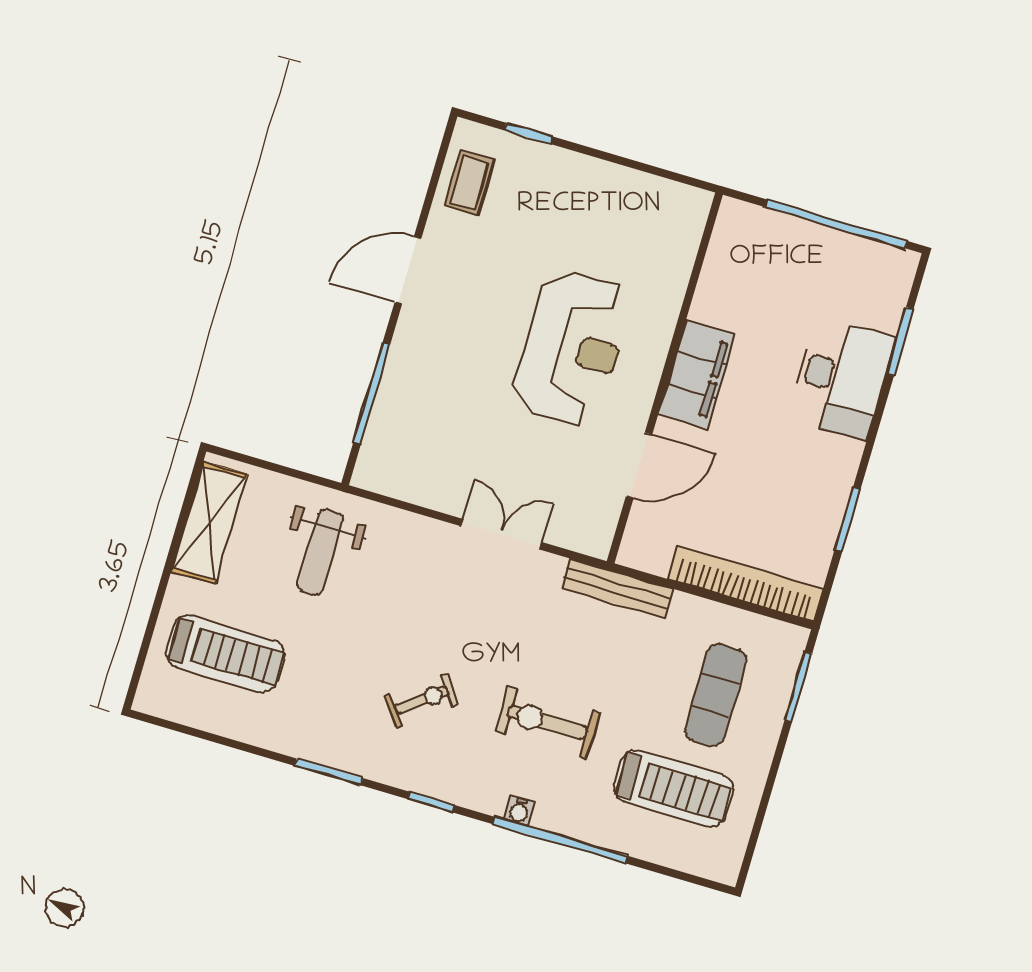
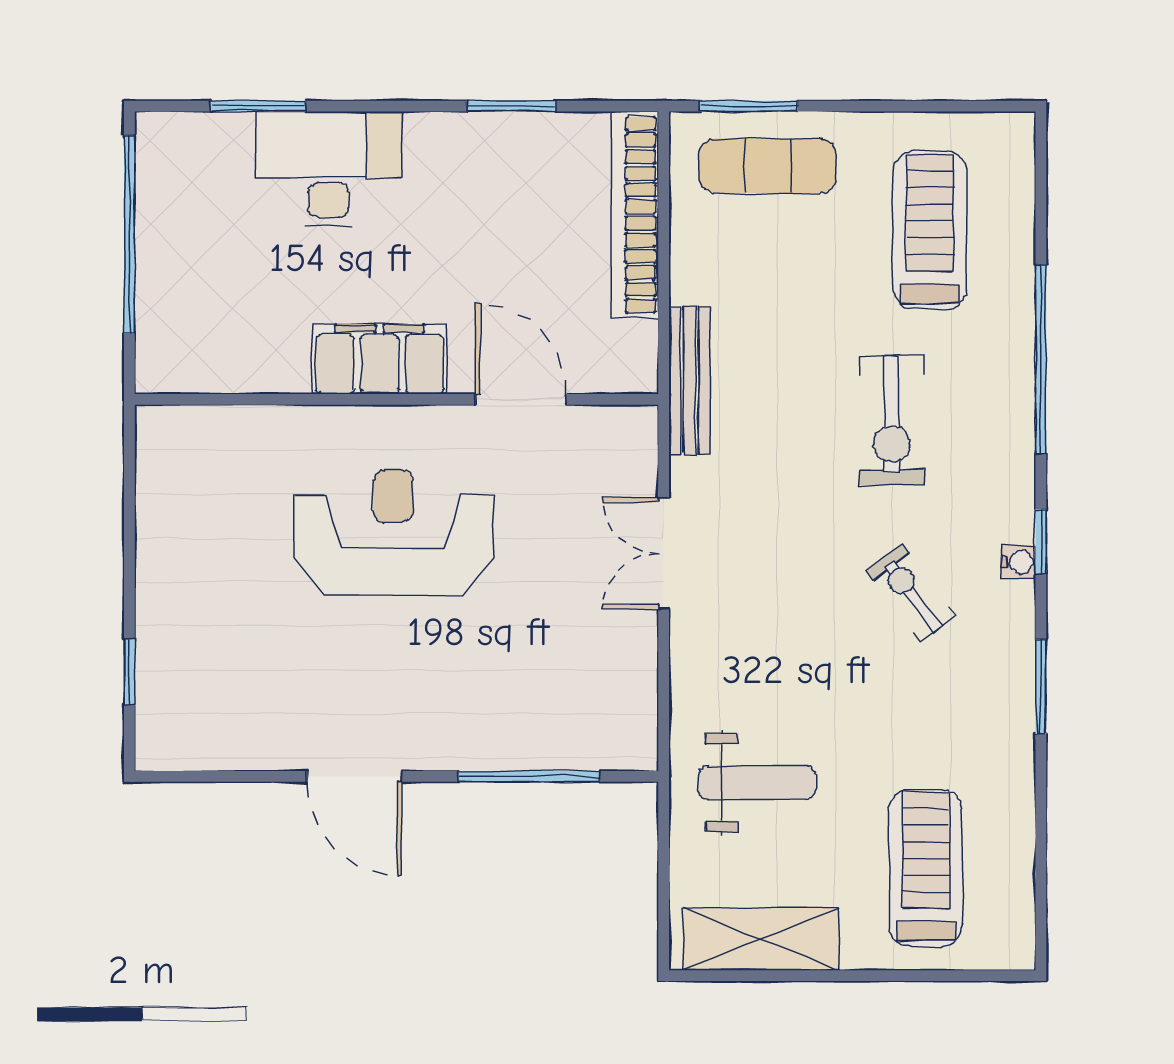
coffee table: (470, 183) -> (216, 730), removed
exercise mat: (716, 695) -> (767, 166), moved
water cooler: (519, 811) -> (1019, 562), moved

